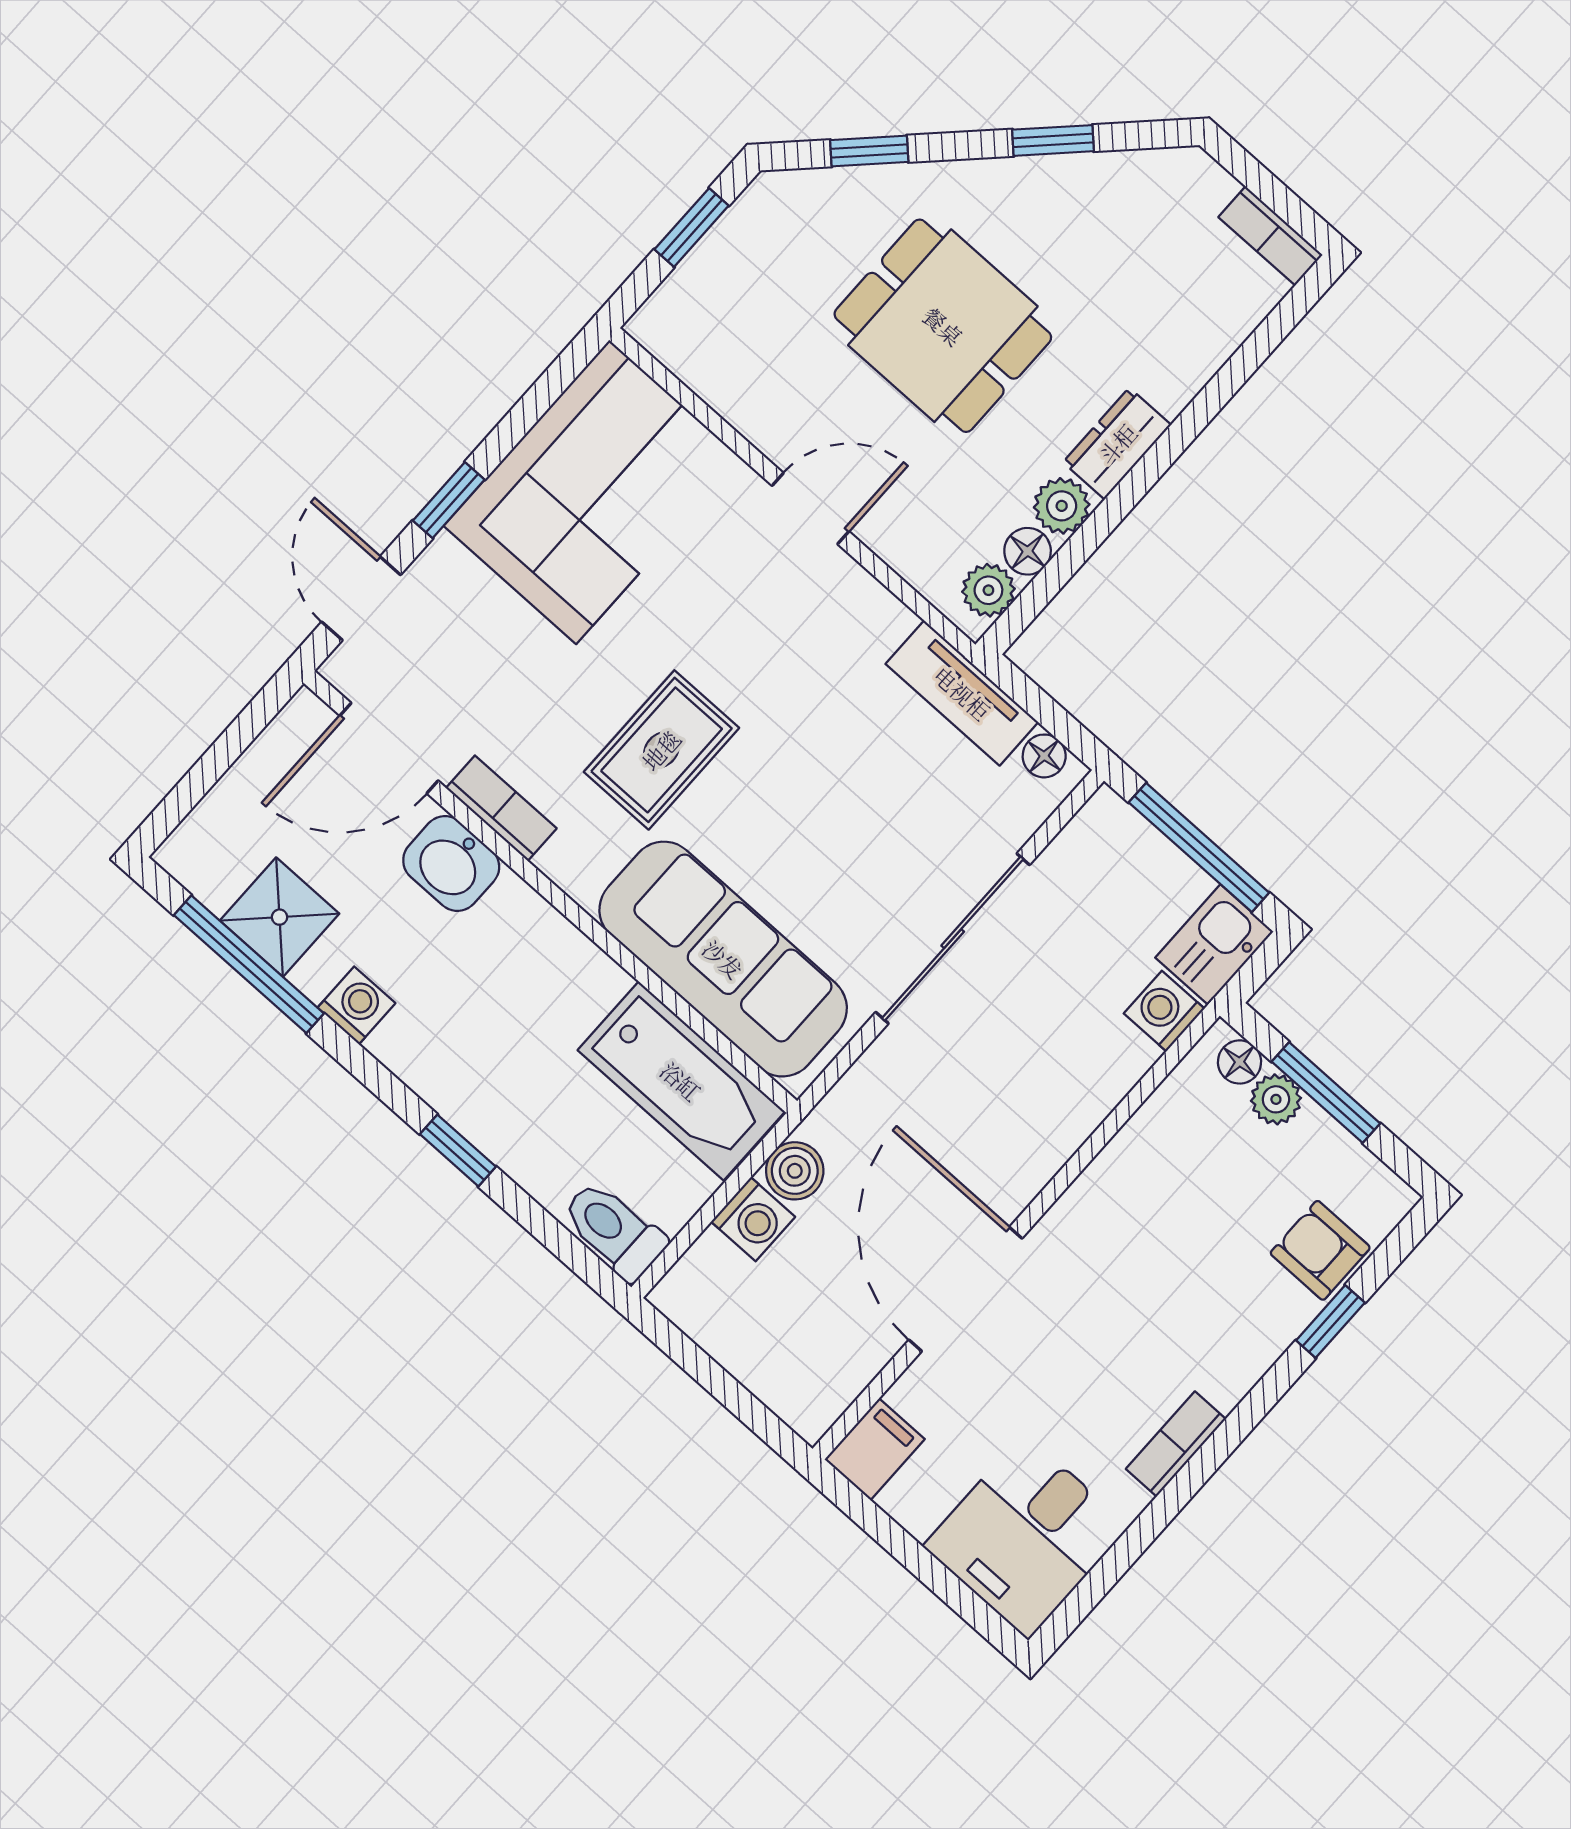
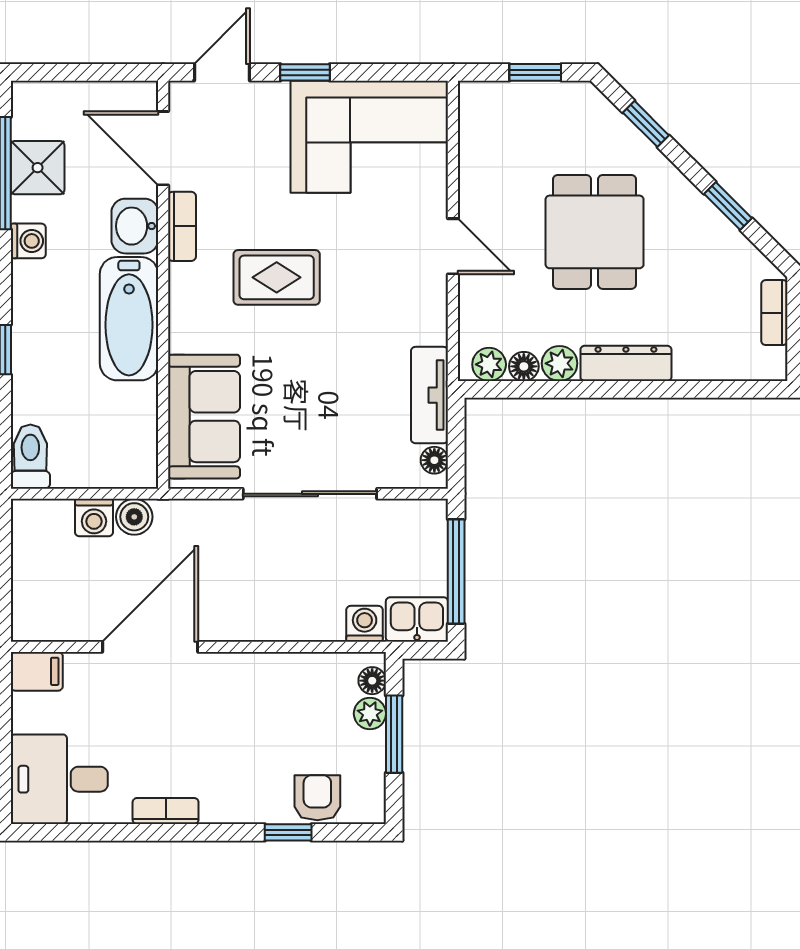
bookcase: (1271, 236) -> (774, 313), moved
dresser: (1117, 444) -> (626, 363), width x1.44
sofa: (723, 959) -> (204, 417), width x0.73
bathtub: (681, 1081) -> (129, 319), moved

